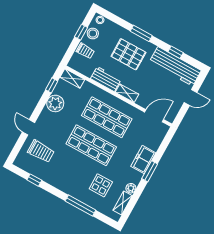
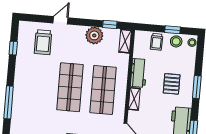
pallet: (128, 54) -> (172, 84), width x0.67, depth x0.71
display table: (101, 185) -> (36, 113), removed

